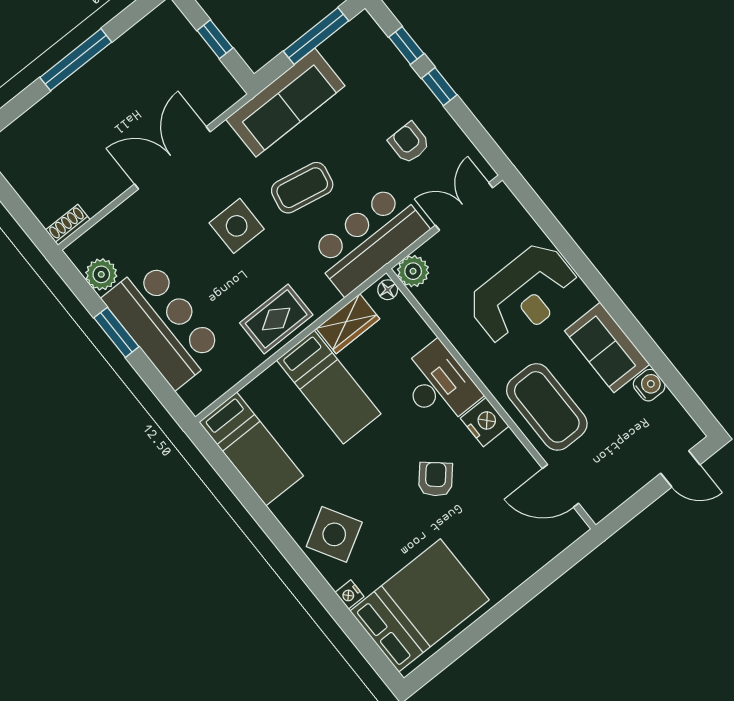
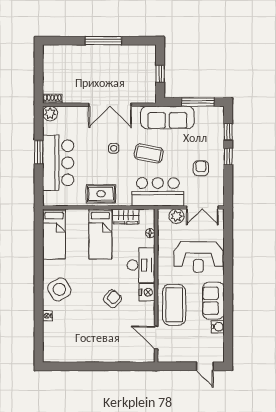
double door: (172, 158) -> (110, 105), swing flipped
double door: (464, 207) -> (202, 208), swing flipped
side table: (237, 226) -> (114, 148), width x0.54, depth x0.54
plant: (413, 271) -> (176, 216), moved
plant: (101, 274) -> (50, 113), moved
floor lamp: (388, 290) -> (150, 233), moved
bed: (420, 605) -> (70, 340), removed

